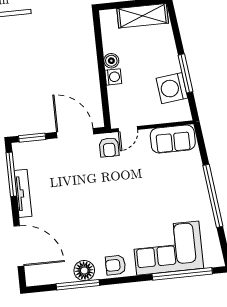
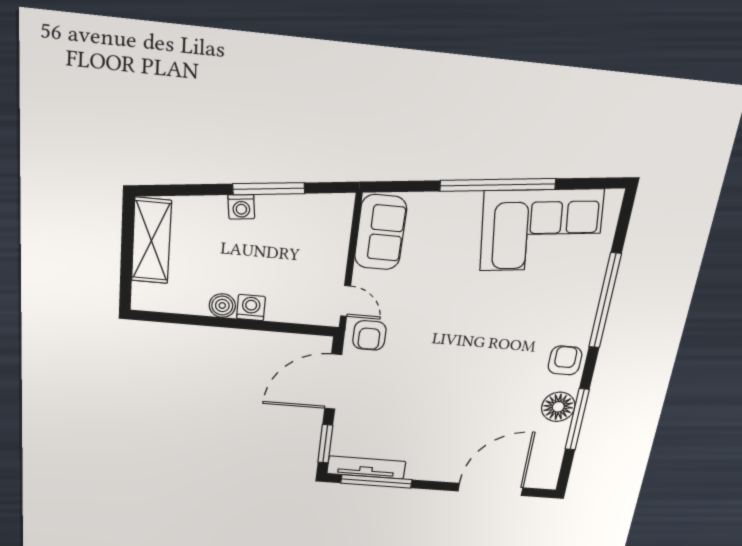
washing machine: (172, 88) -> (241, 207), moved, width x0.53, depth x0.53
armchair: (109, 147) -> (369, 335), turned 90
tv unit: (23, 193) -> (366, 467), moved
corner sofa: (168, 248) -> (541, 230), moved, turned -97
armchair: (115, 265) -> (565, 360), turned 180
window: (182, 274) -> (605, 301), moved

